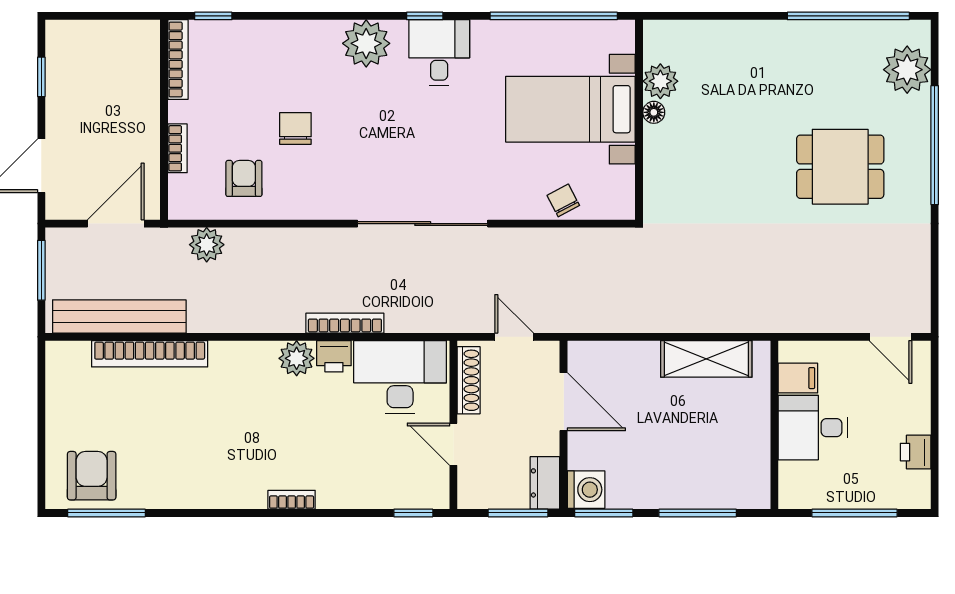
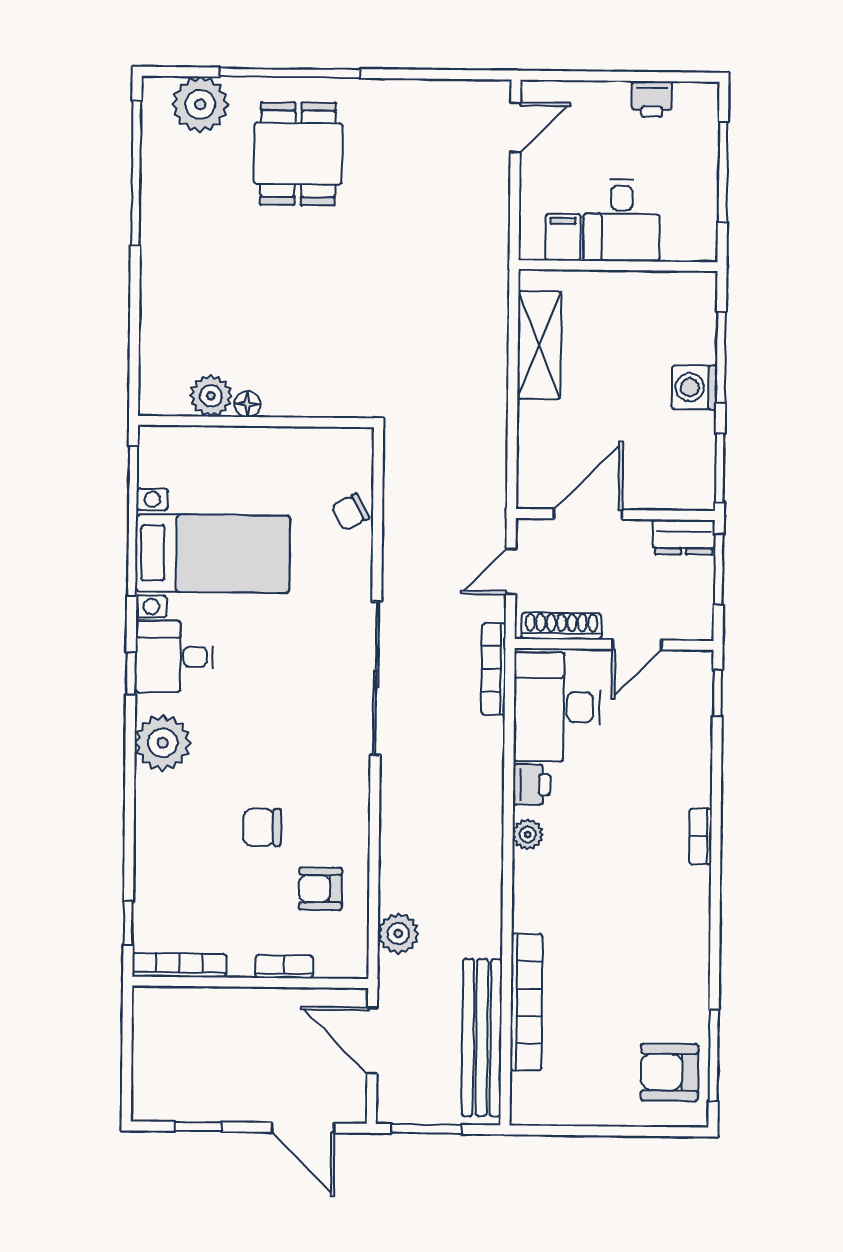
bed with nightstands: (570, 109) -> (213, 554), moved, turned -90
dining table: (840, 167) -> (298, 154), moved
bookcase: (345, 323) -> (494, 669), moved
plant: (297, 358) -> (528, 834), width x0.73, depth x0.73
washing machine: (586, 490) -> (694, 387), moved, turned -90

